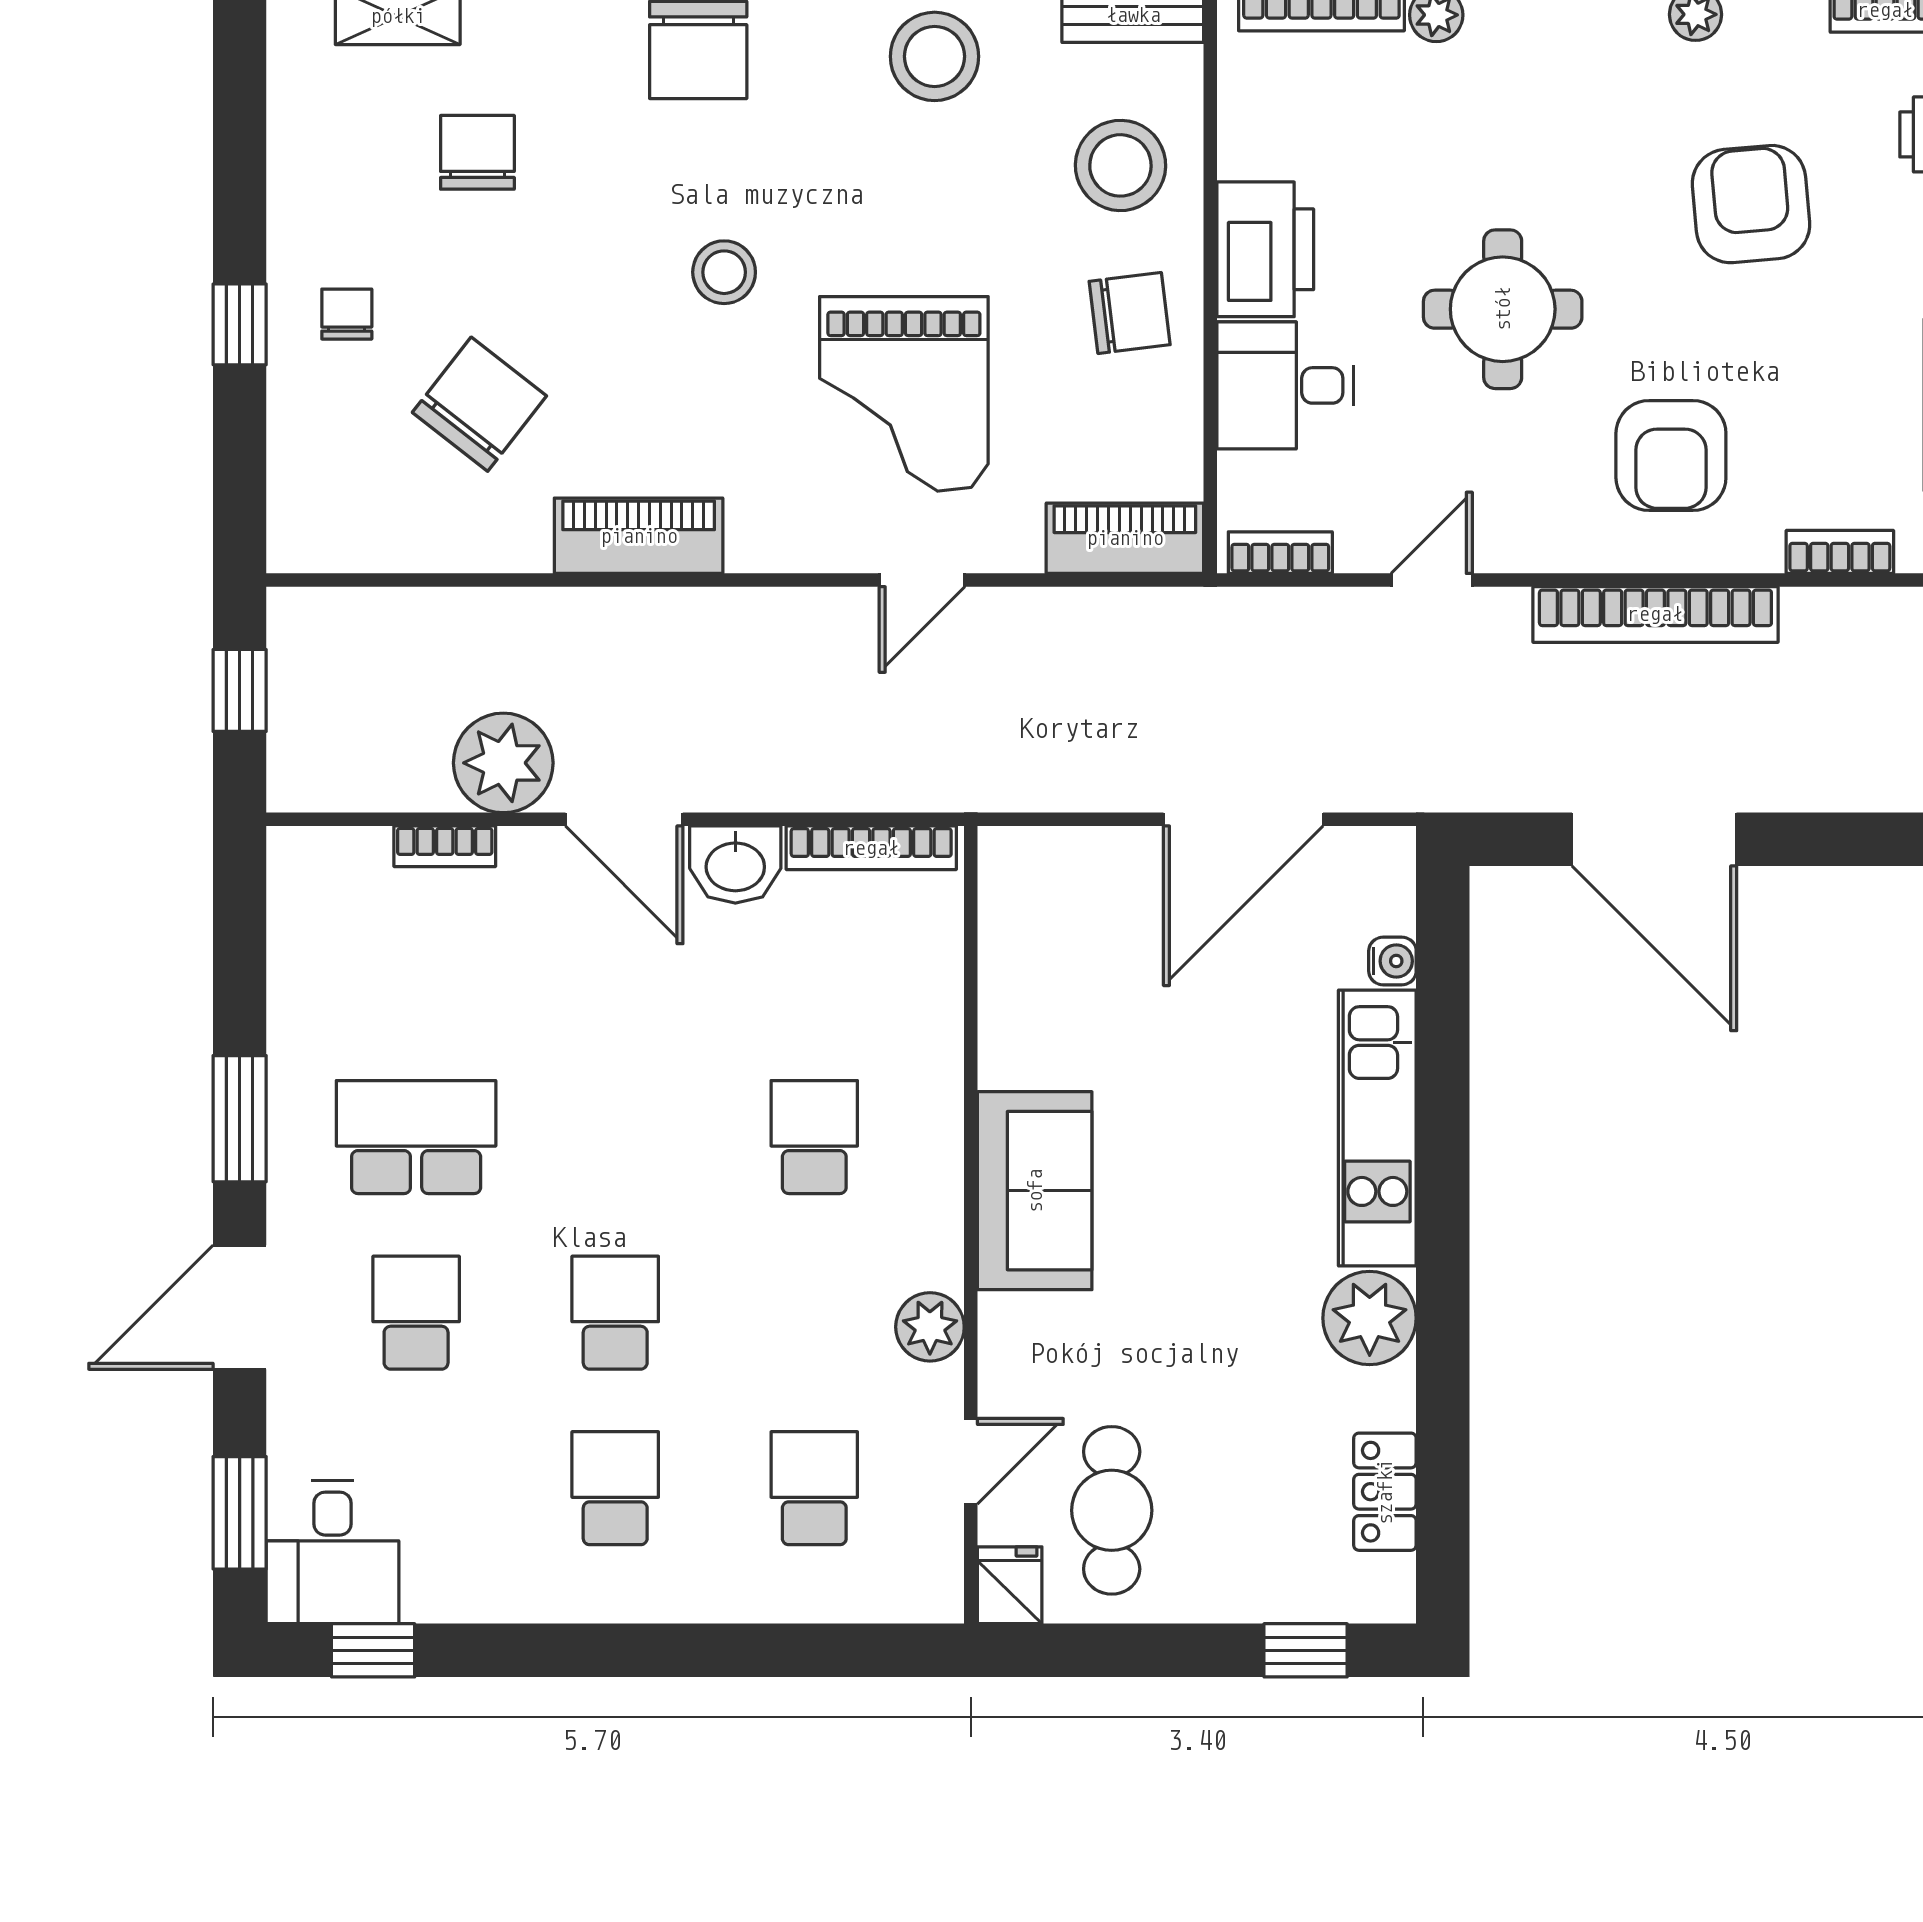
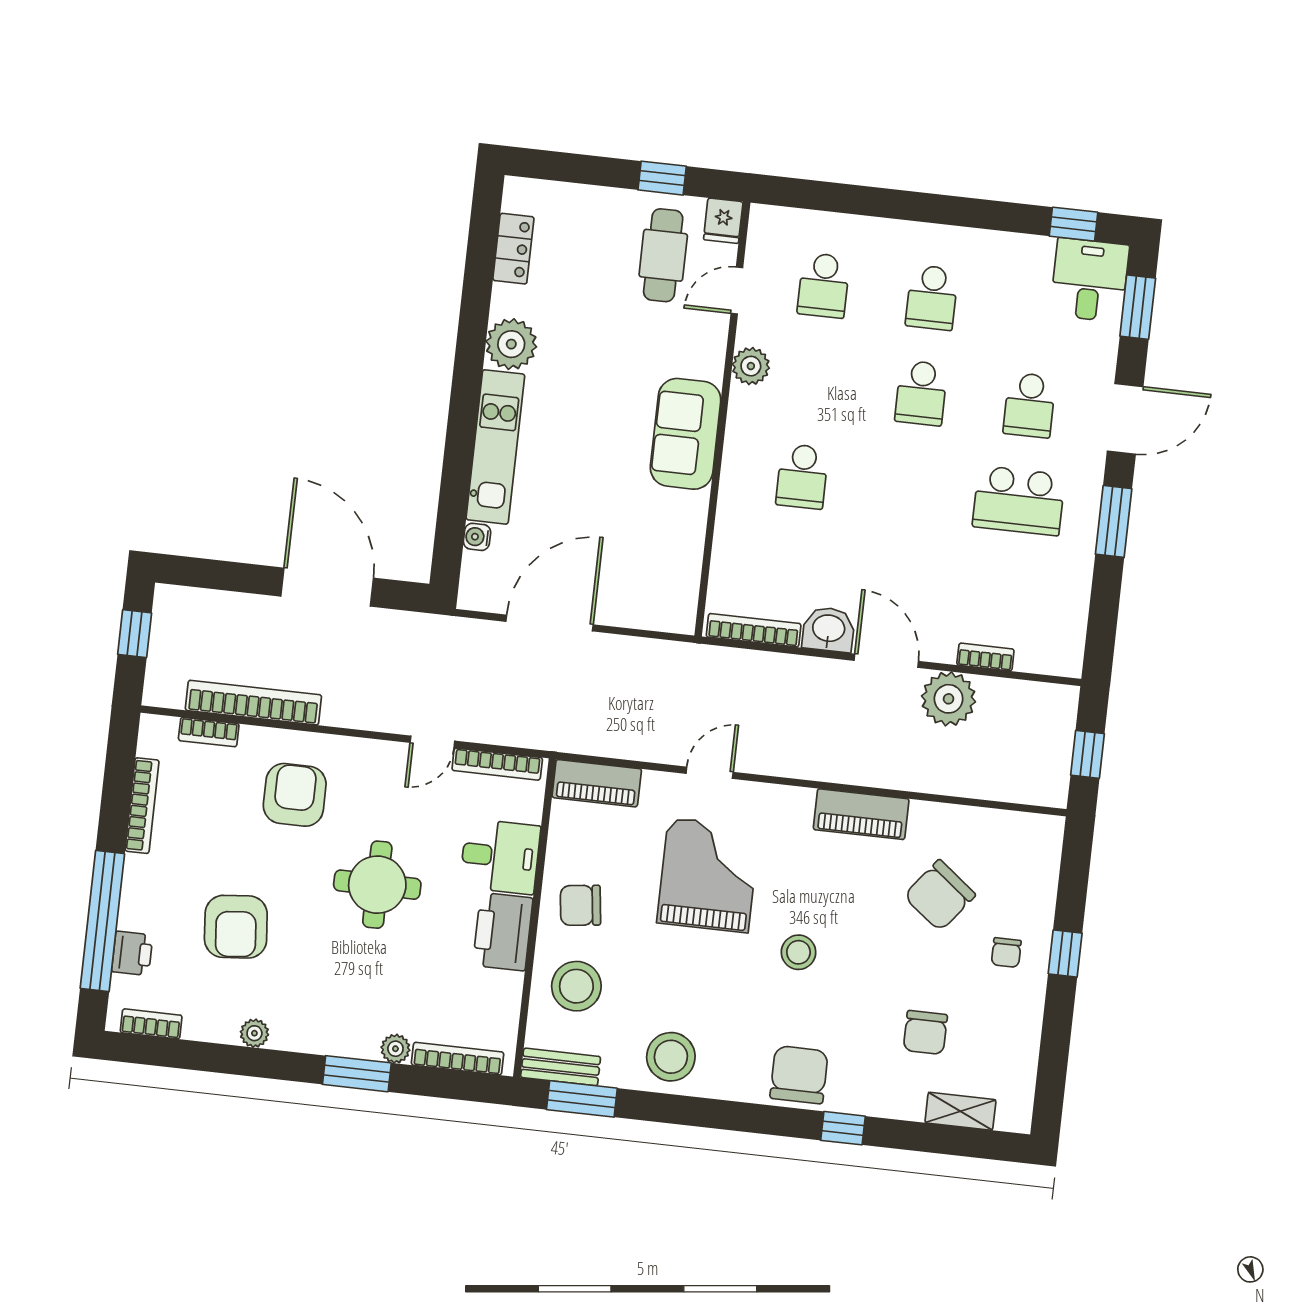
bookcase: (1280, 553) -> (497, 764), width x1.56
bookcase: (1655, 614) -> (253, 703), moved
window: (1306, 1650) -> (662, 178), moved

